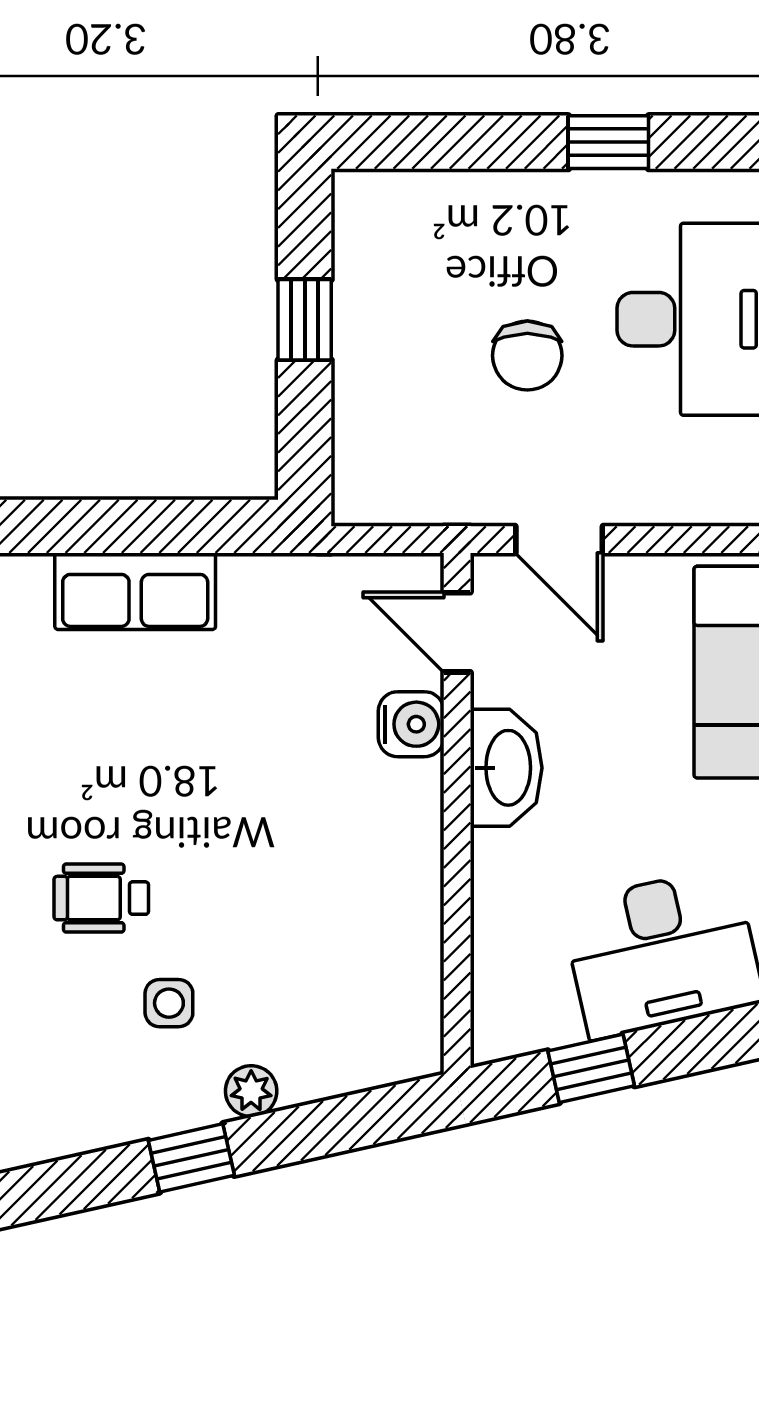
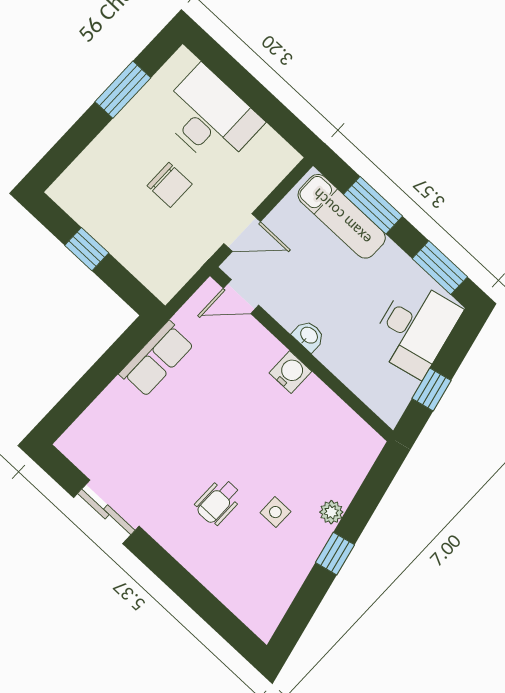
window: (608, 142) -> (123, 90), width x1.50
row of seats: (135, 591) -> (157, 359), moved
water cooler: (411, 724) -> (290, 372), moved
washbasin: (506, 768) -> (309, 336), width x0.52, depth x0.69

